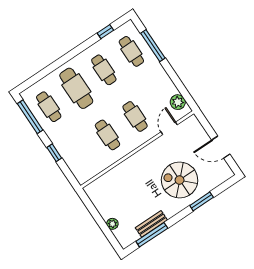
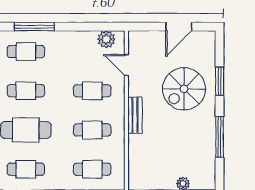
cafe table: (80, 153) -> (92, 169), added
bench: (151, 224) -> (135, 115), moved
window: (152, 235) -> (220, 137), moved

